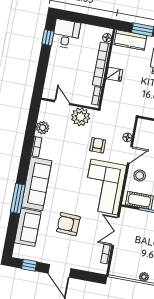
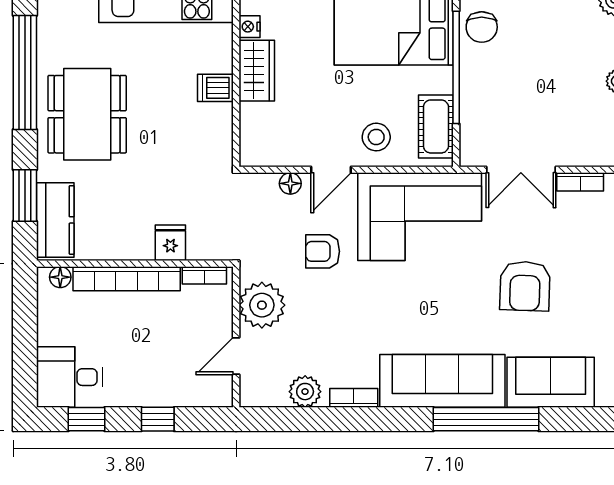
window: (43, 66) -> (158, 419), added
fridge: (115, 74) -> (170, 243), moved
door: (130, 155) -> (331, 170), swing flipped
window: (18, 198) -> (486, 419), width x1.46

